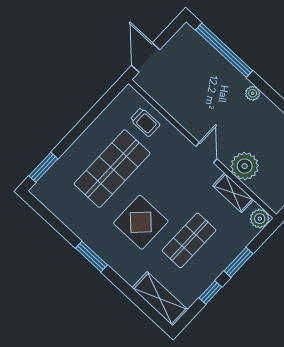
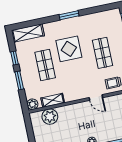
door: (206, 153) -> (96, 98), moved
plant: (245, 166) -> (50, 117), moved
shop shelf: (112, 169) -> (103, 53), width x0.70, depth x0.74

